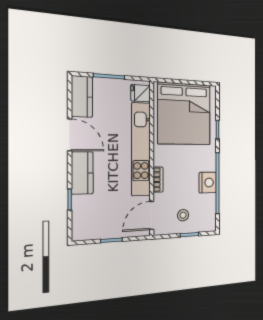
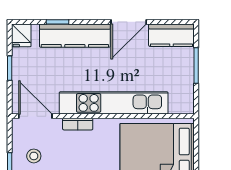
fridge: (141, 93) -> (21, 35), moved, turned 180
kitchen counter: (82, 173) -> (75, 36), width x1.50

